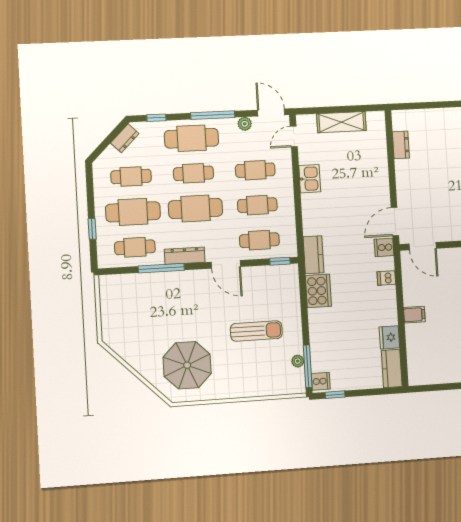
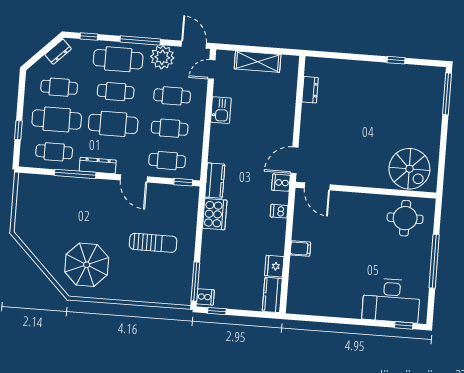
plant: (245, 124) -> (162, 57), width x1.87, depth x1.87
plant: (298, 361) -> (187, 276), removed

